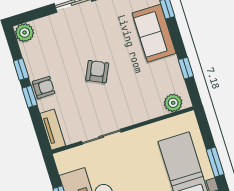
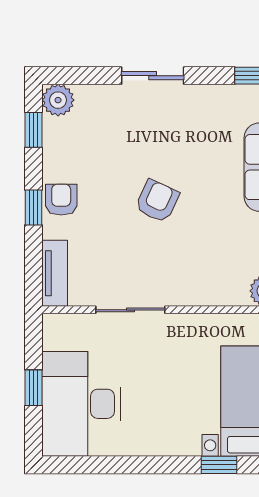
window: (21, 69) -> (34, 130), moved
armchair: (44, 87) -> (61, 200), turned -90

